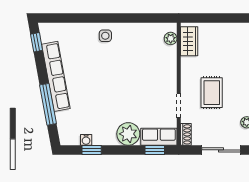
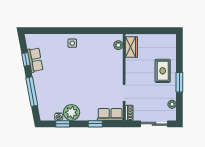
window: (37, 42) -> (26, 59), moved
row of seats: (56, 76) -> (35, 60), width x0.50
rug: (212, 93) -> (163, 71), moved
plant: (128, 134) -> (71, 112), moved
window: (155, 150) -> (95, 124), moved

